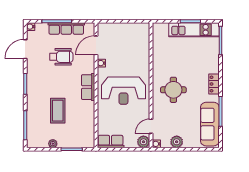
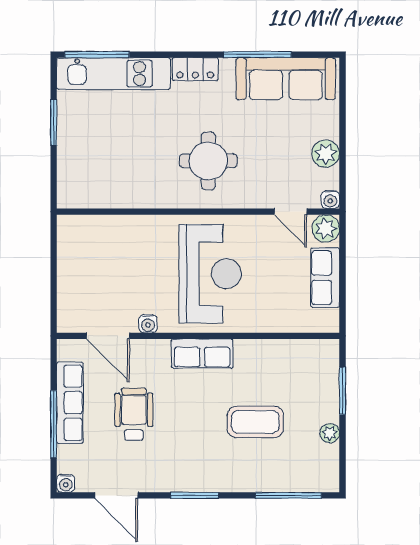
kitchen unit: (194, 30) -> (113, 74), moved, turned 90
row of seats: (111, 142) -> (325, 278), moved

